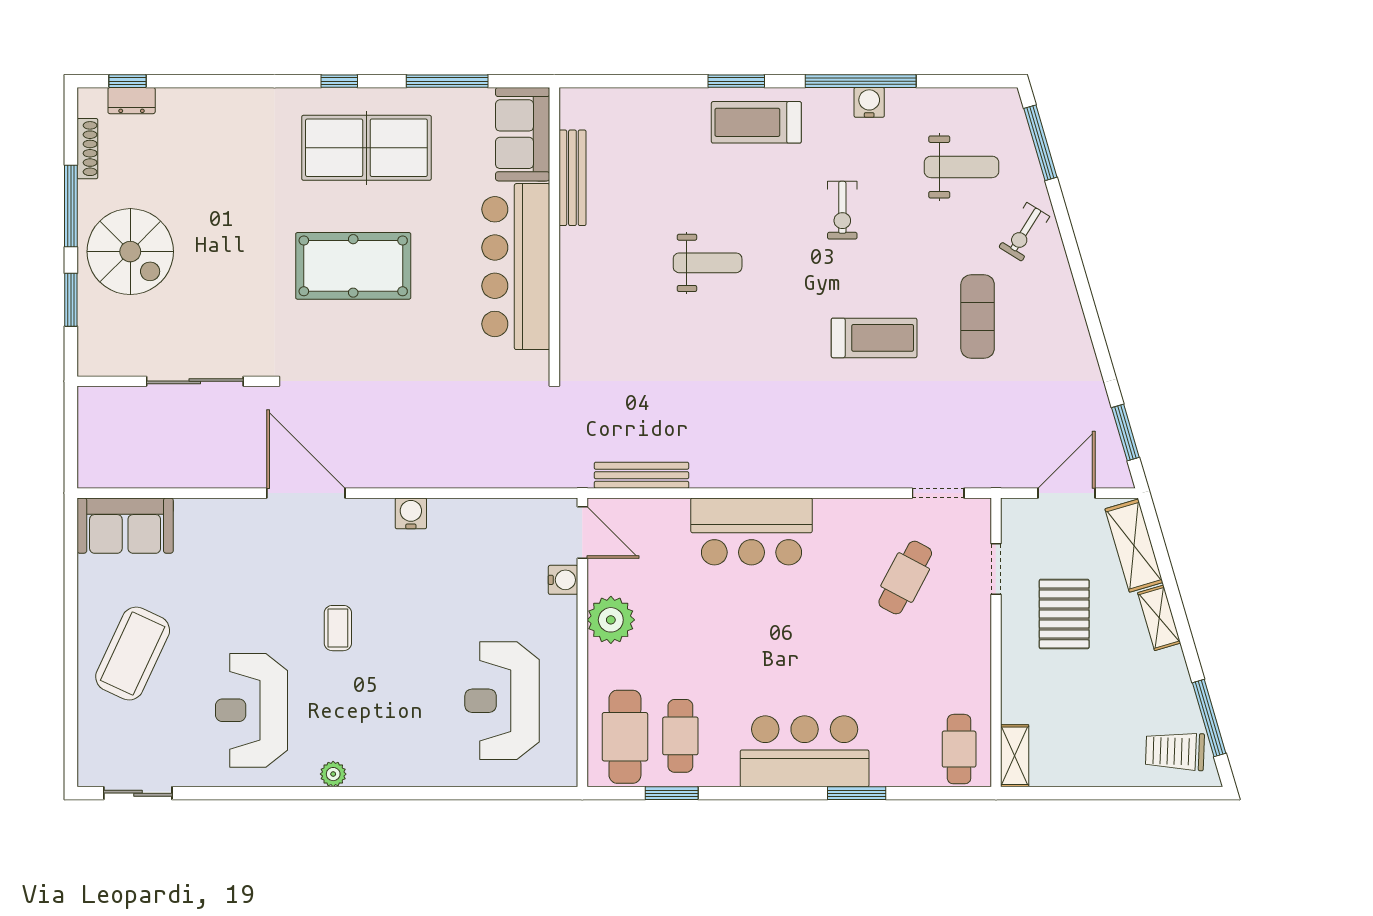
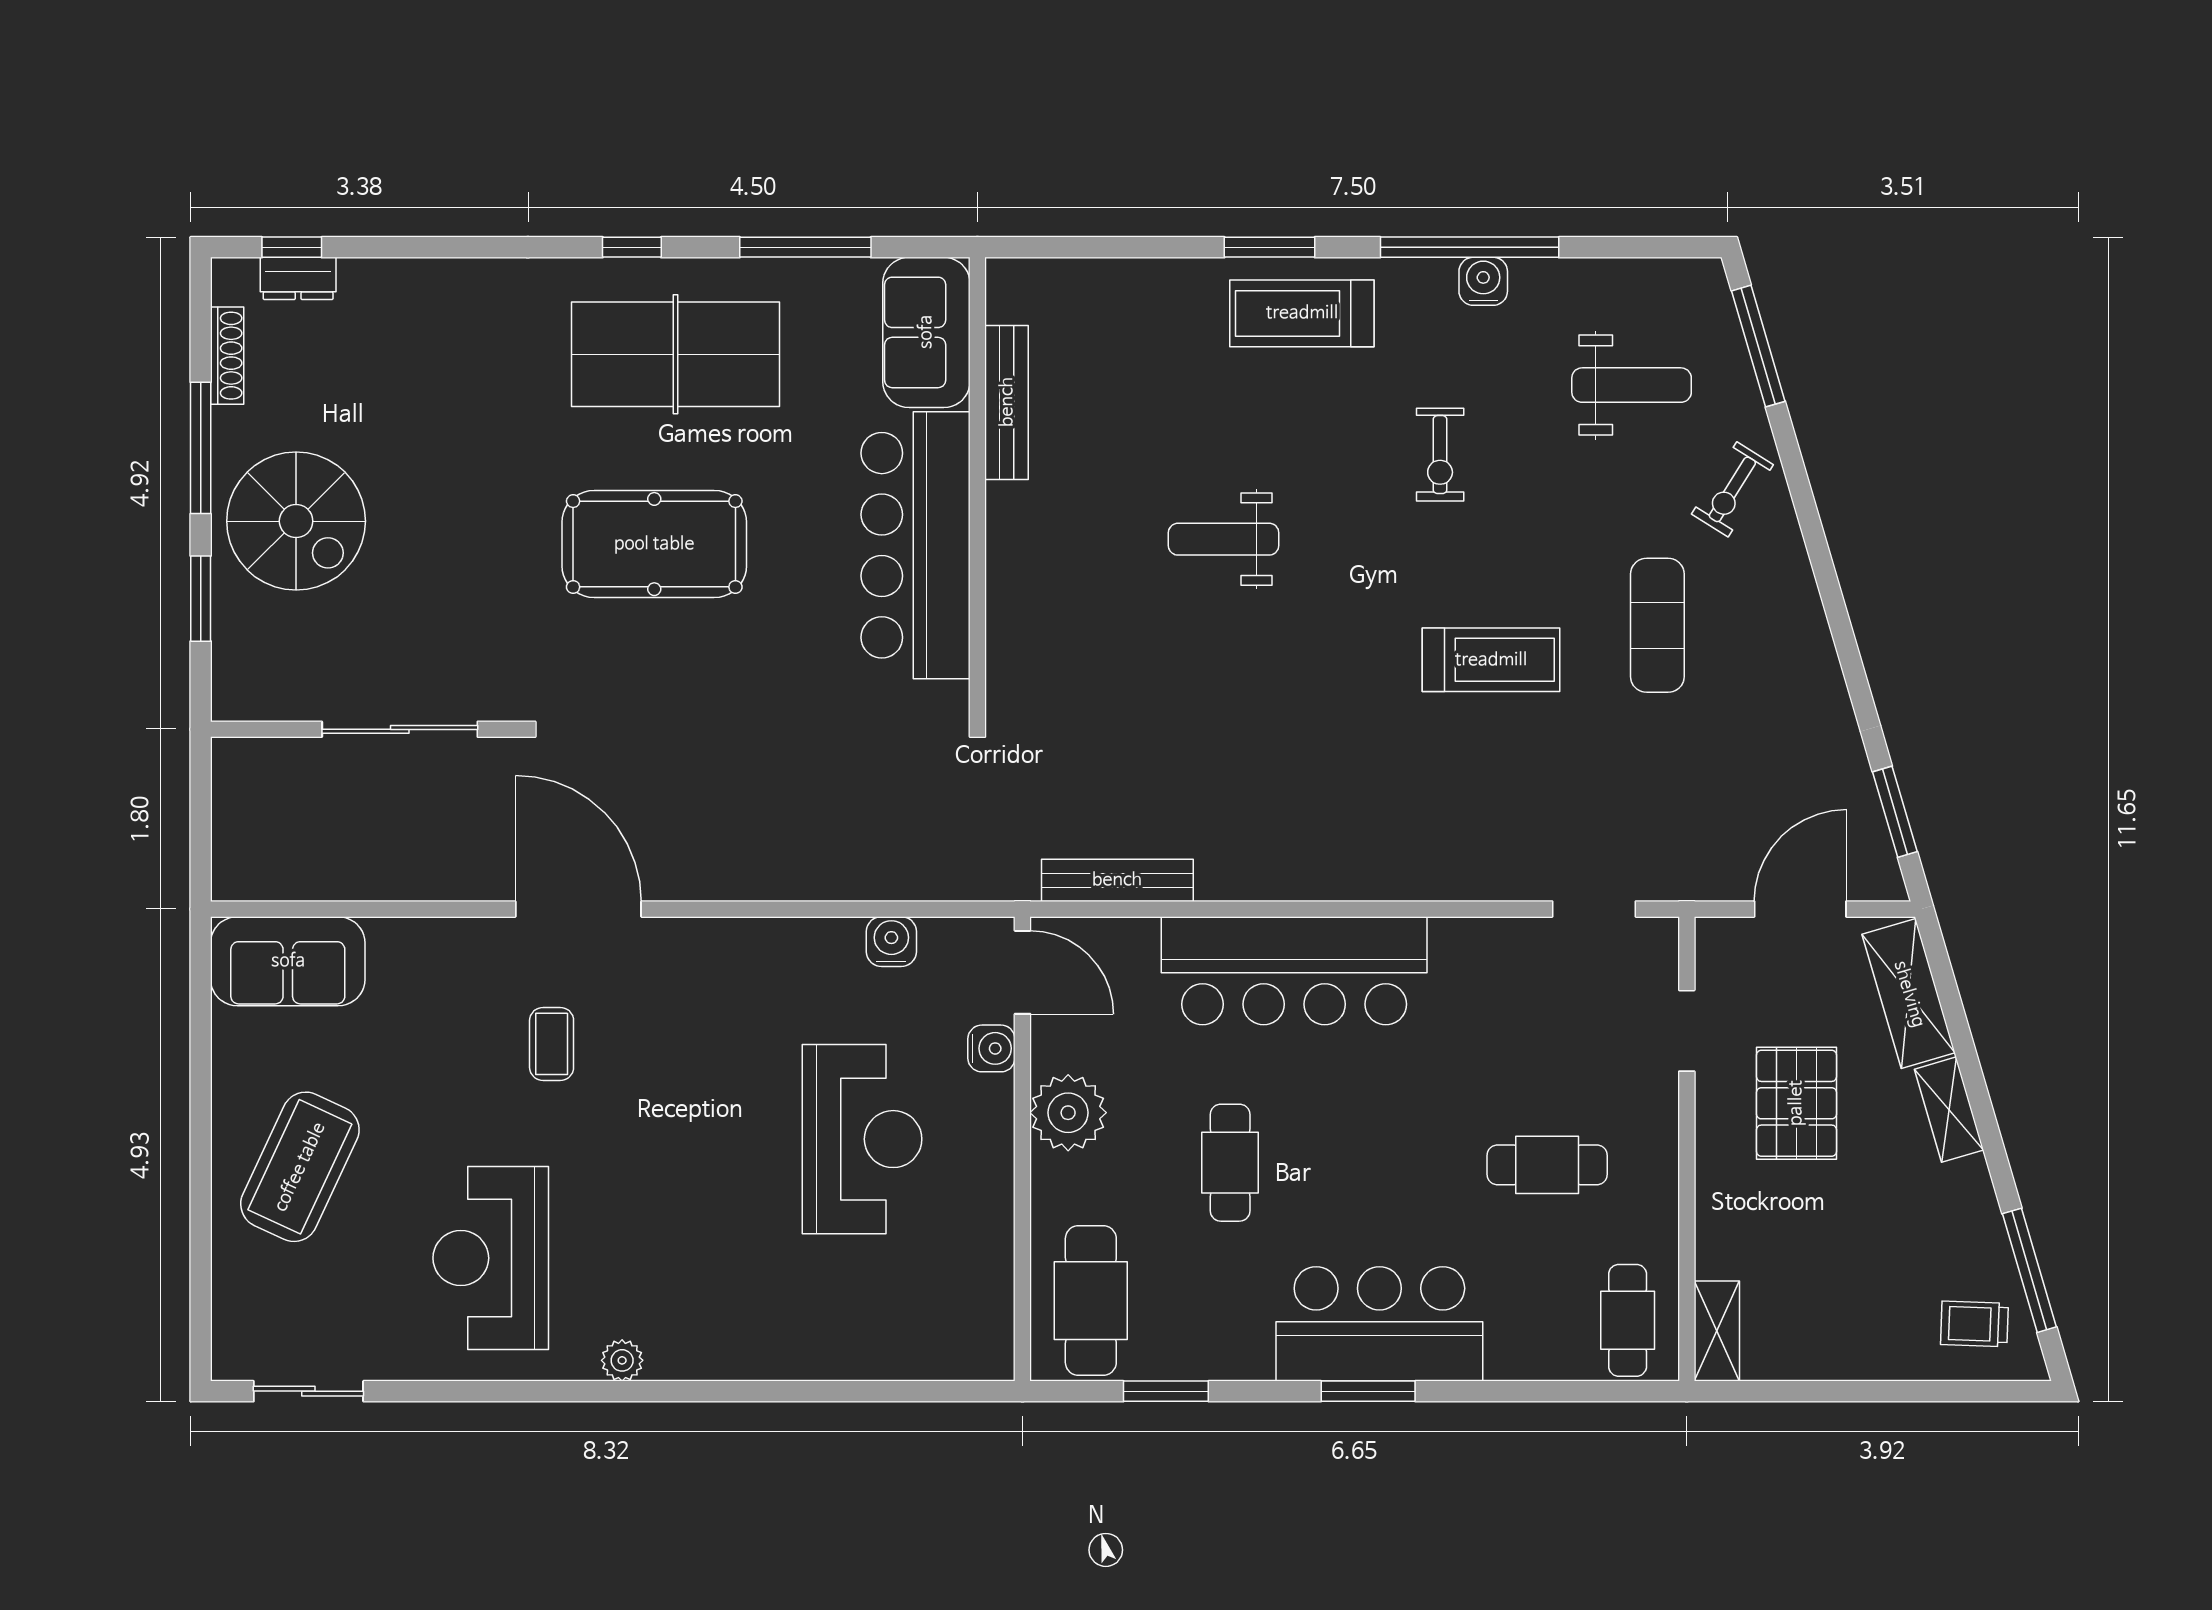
weight bench: (708, 263) -> (1224, 539), turned 180
water cooler: (411, 513) -> (891, 942), moved
bar counter: (752, 531) -> (1294, 971), width x1.36
cafe table: (905, 578) -> (1547, 1165), moved, turned 62
coffee table: (338, 628) -> (552, 1044), moved
reception desk: (502, 701) -> (862, 1139), moved, turned 180
cafe table: (680, 736) -> (1230, 1163), moved
trolley: (1175, 751) -> (1974, 1324), width x0.73, depth x0.72
window: (857, 793) -> (1368, 1391), moved

